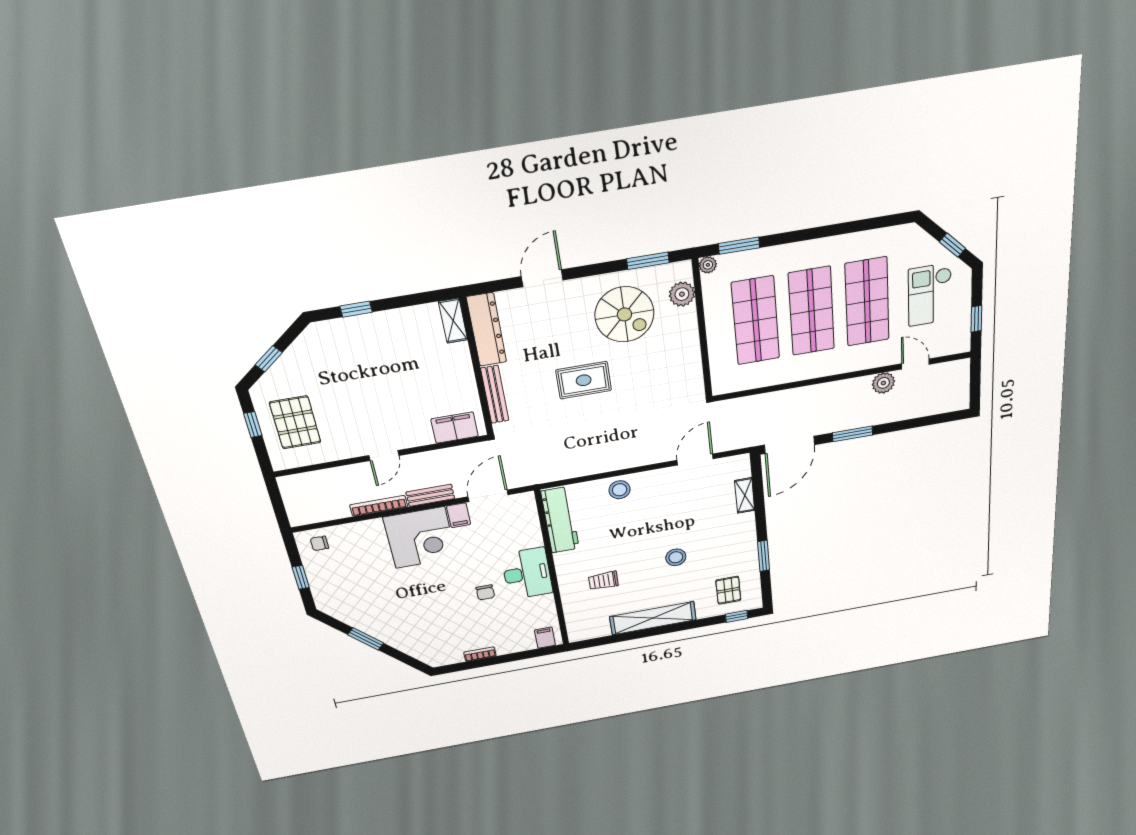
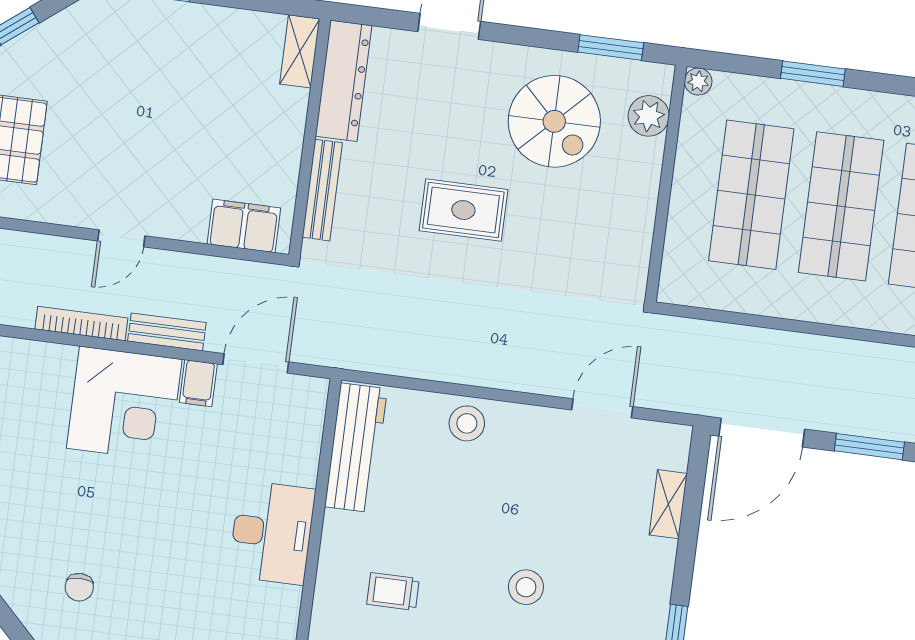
window: (739, 246) -> (813, 74), moved
chair: (485, 592) -> (79, 587), moved

